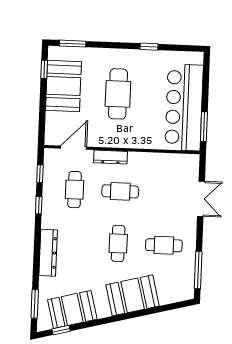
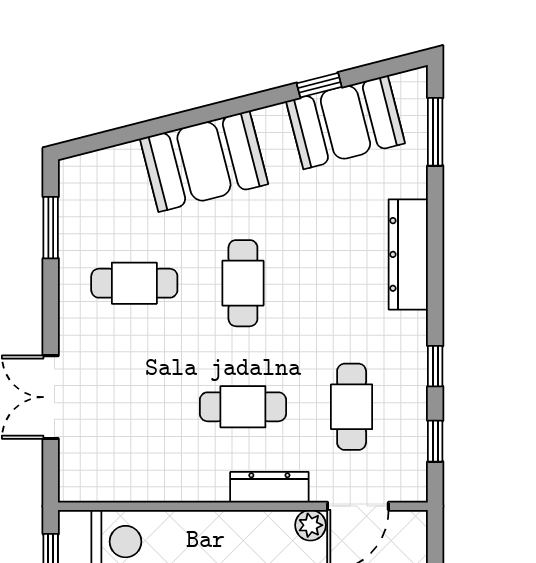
plant: (94, 140) -> (310, 525), added
window: (198, 270) -> (51, 228), width x0.69
window: (61, 330) -> (319, 85), moved

